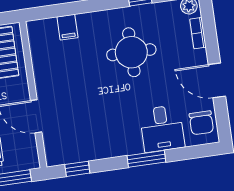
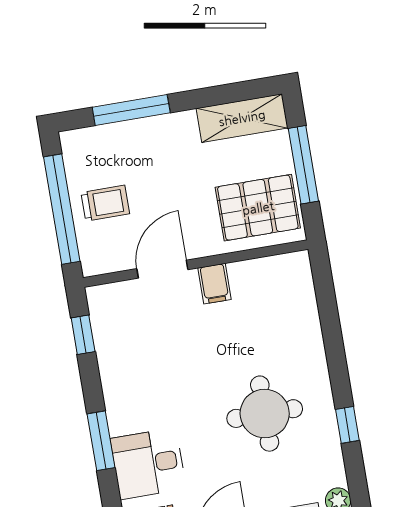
filing cabinet: (67, 27) -> (214, 284), moved, turned -90

